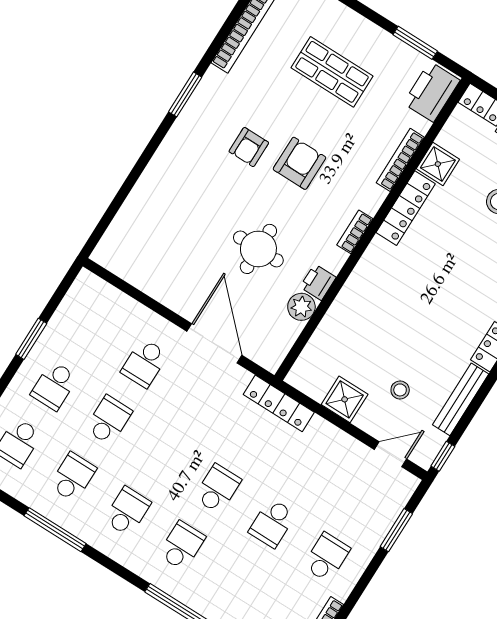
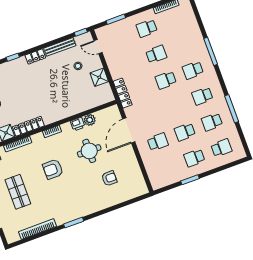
armchair: (249, 147) -> (109, 178), moved
school desk: (54, 386) -> (194, 158), turned 180

